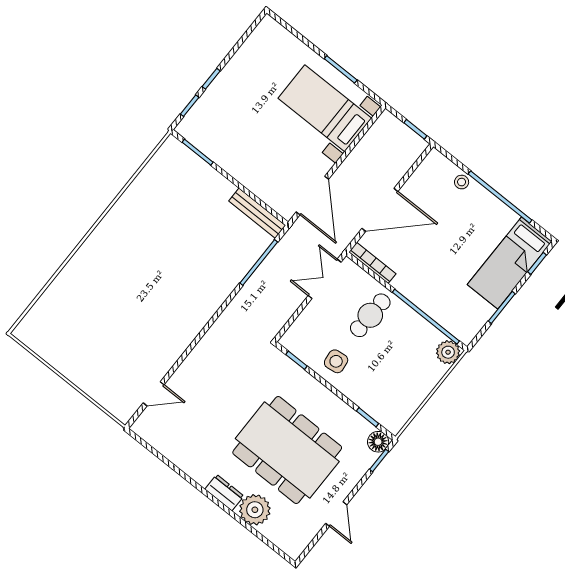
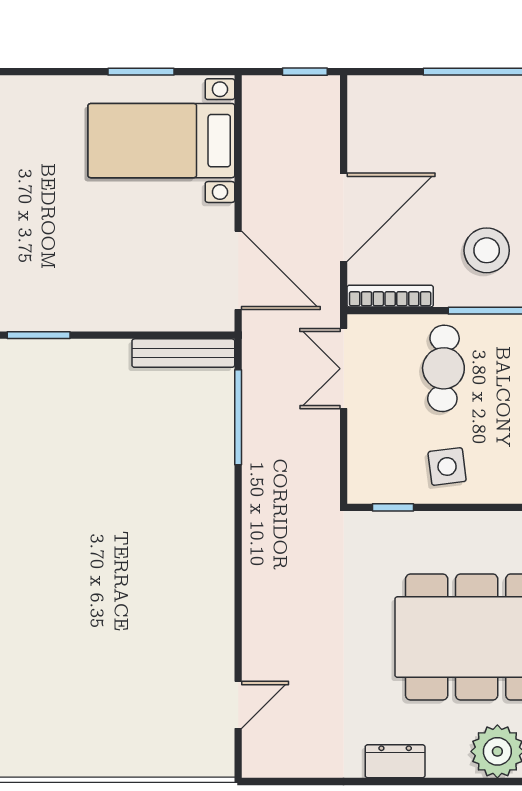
stool: (462, 182) -> (487, 250), moved, width x1.89, depth x1.89
dresser: (224, 493) -> (395, 761), moved

